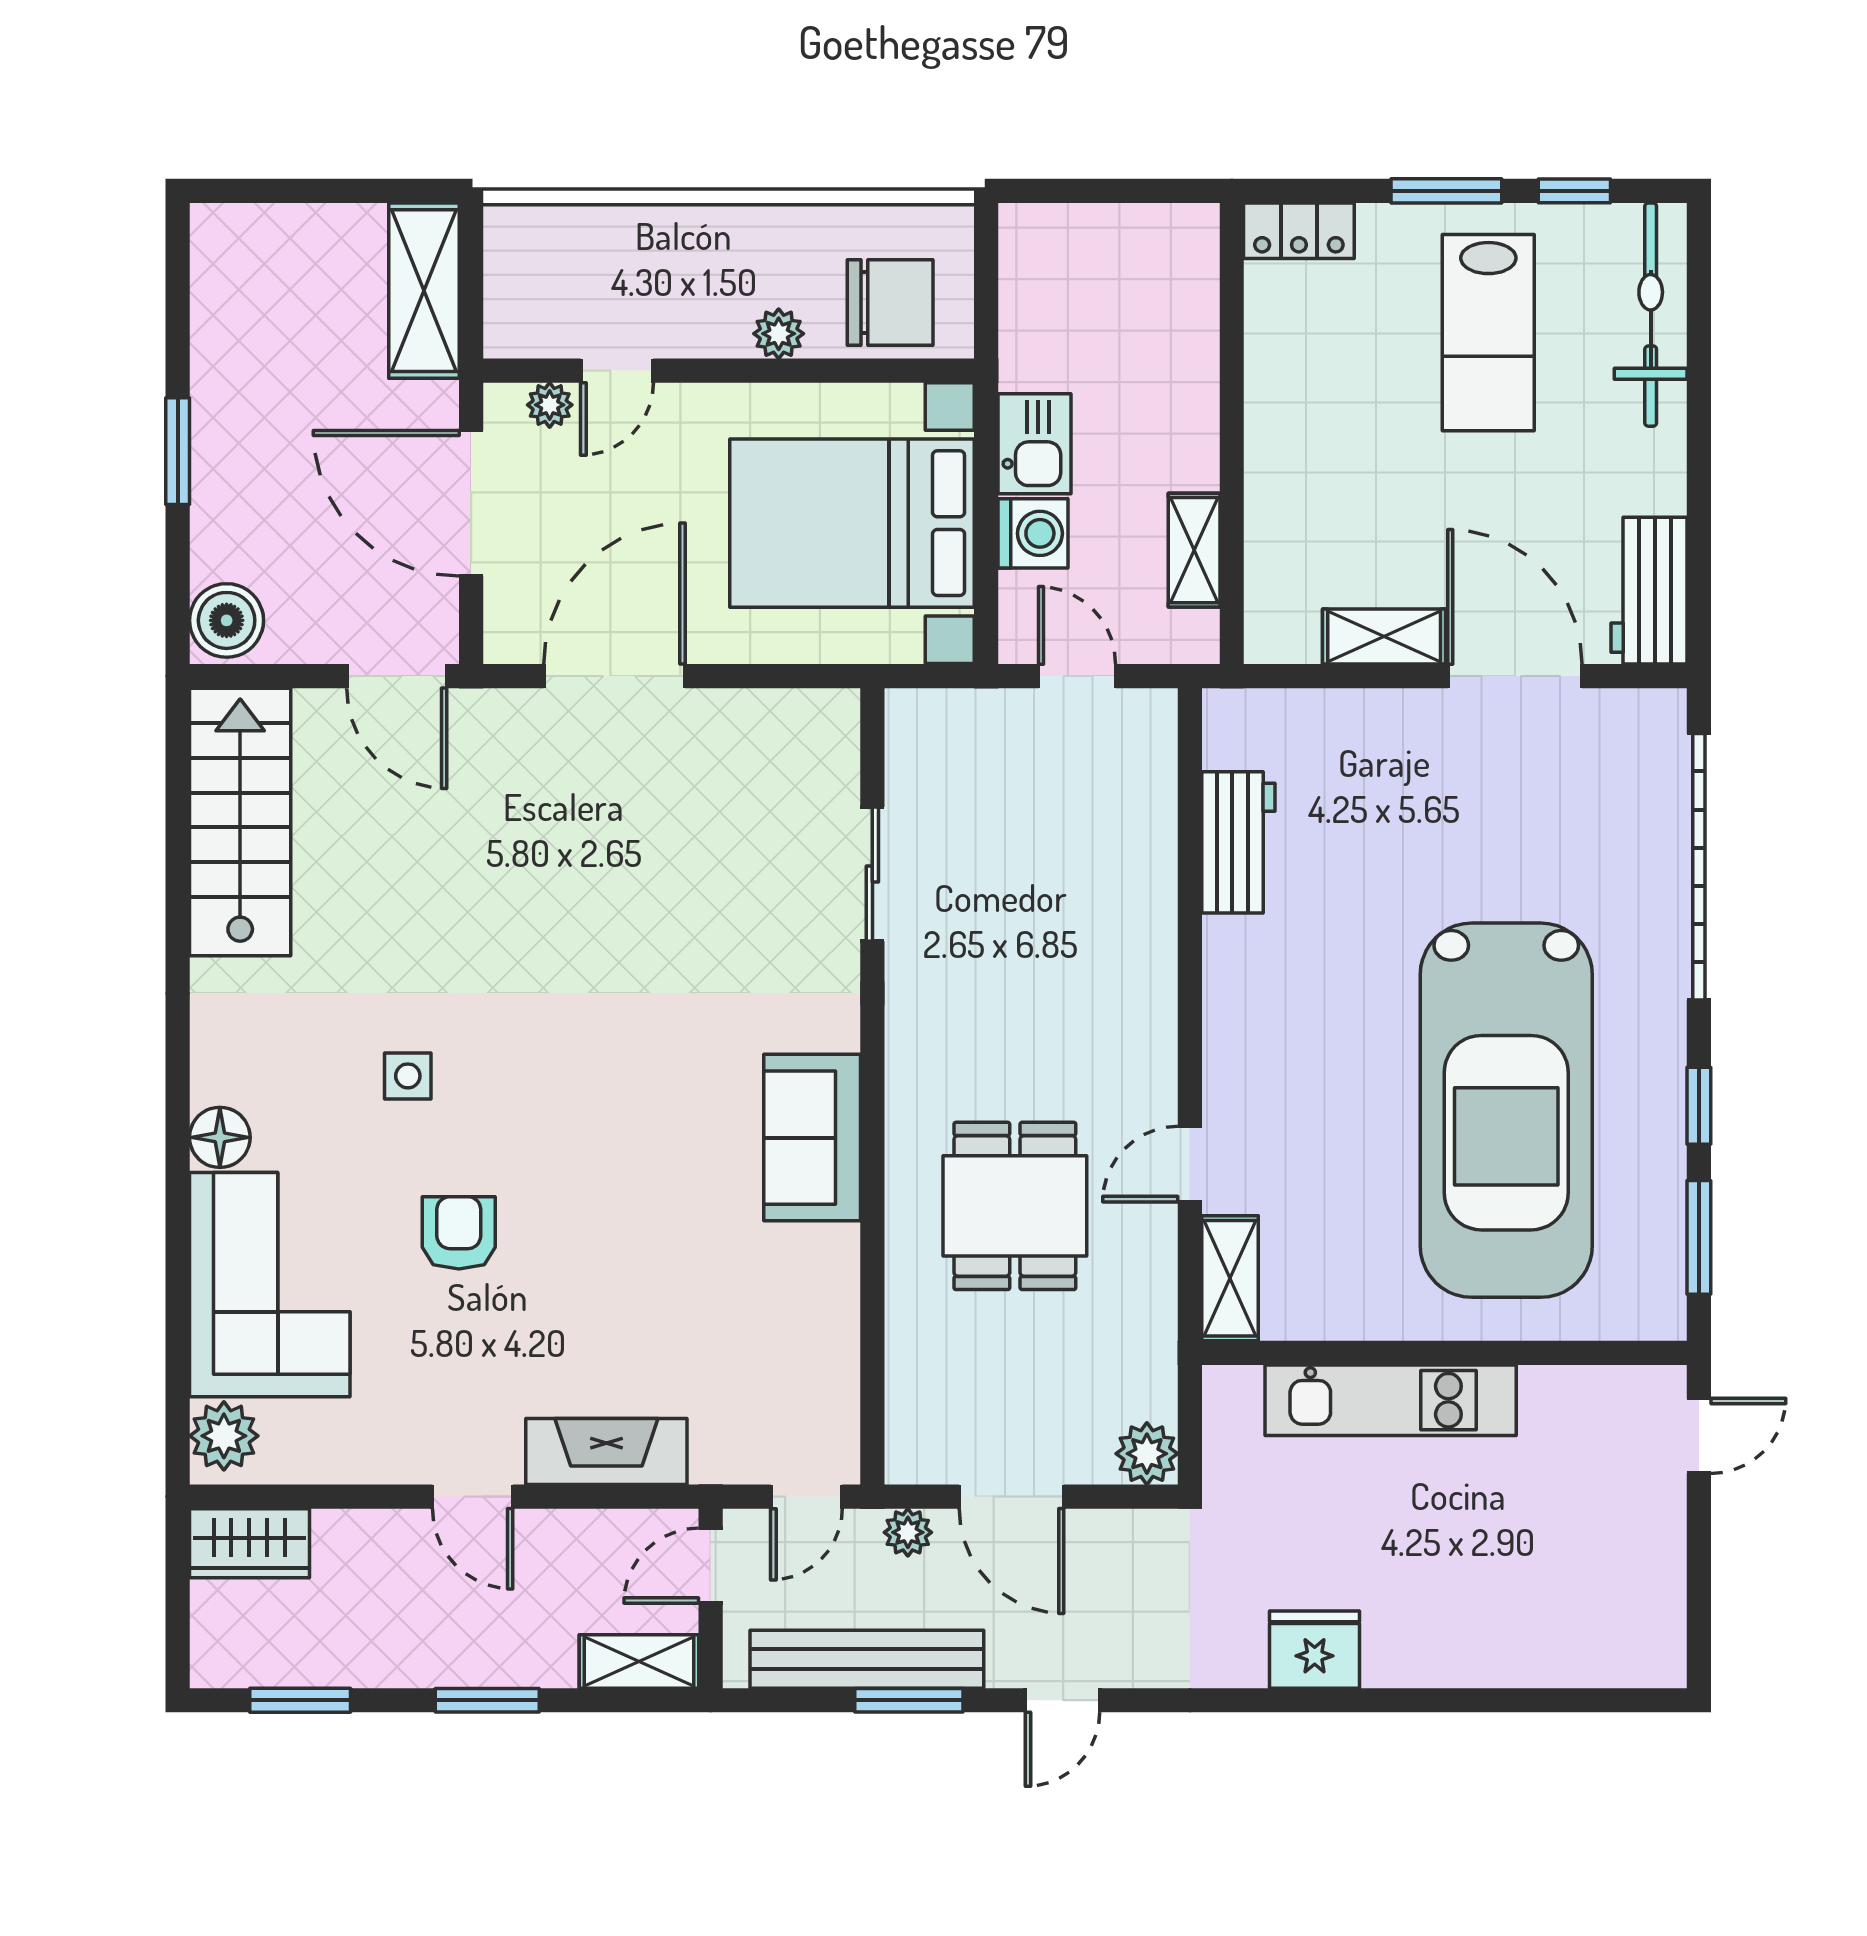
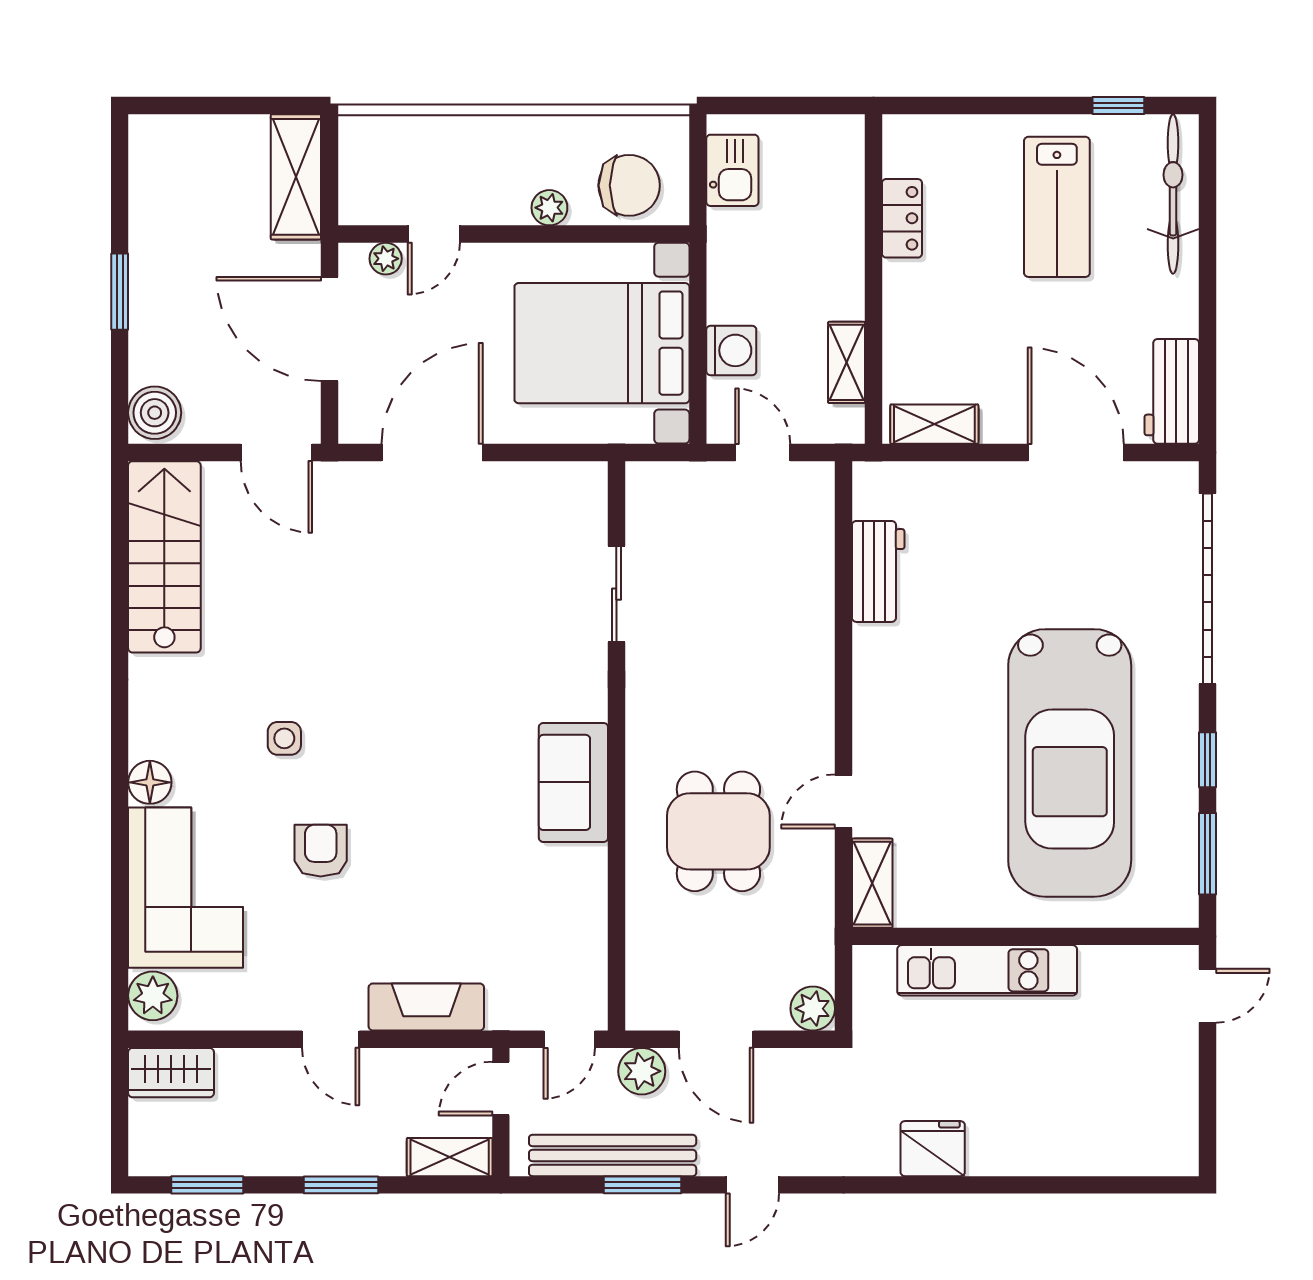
window: (1446, 191) -> (1027, 106), removed
locker: (1299, 231) -> (902, 218), moved, turned -90
kitchen sink: (1034, 444) -> (732, 170), moved
shelving: (1384, 636) -> (934, 424), moved
plant: (908, 1532) -> (642, 1071), width x1.38, depth x1.38

